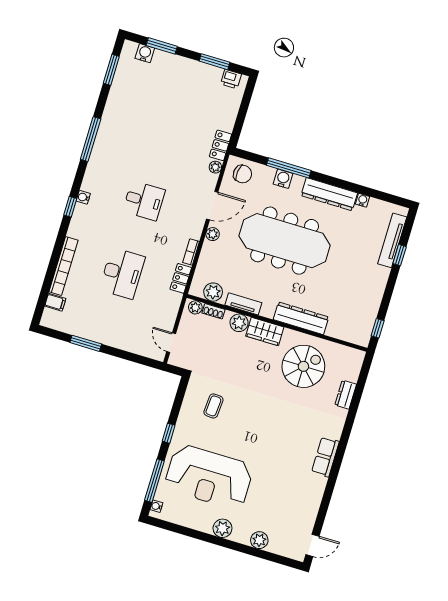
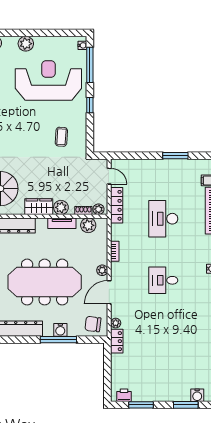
locker: (181, 278) -> (117, 205), moved, width x1.53

